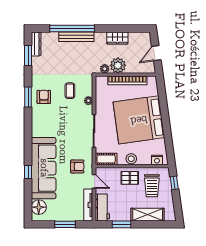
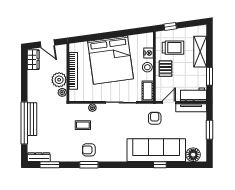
wardrobe: (117, 38) -> (33, 60), moved
nightstand: (157, 160) -> (149, 53), moved

